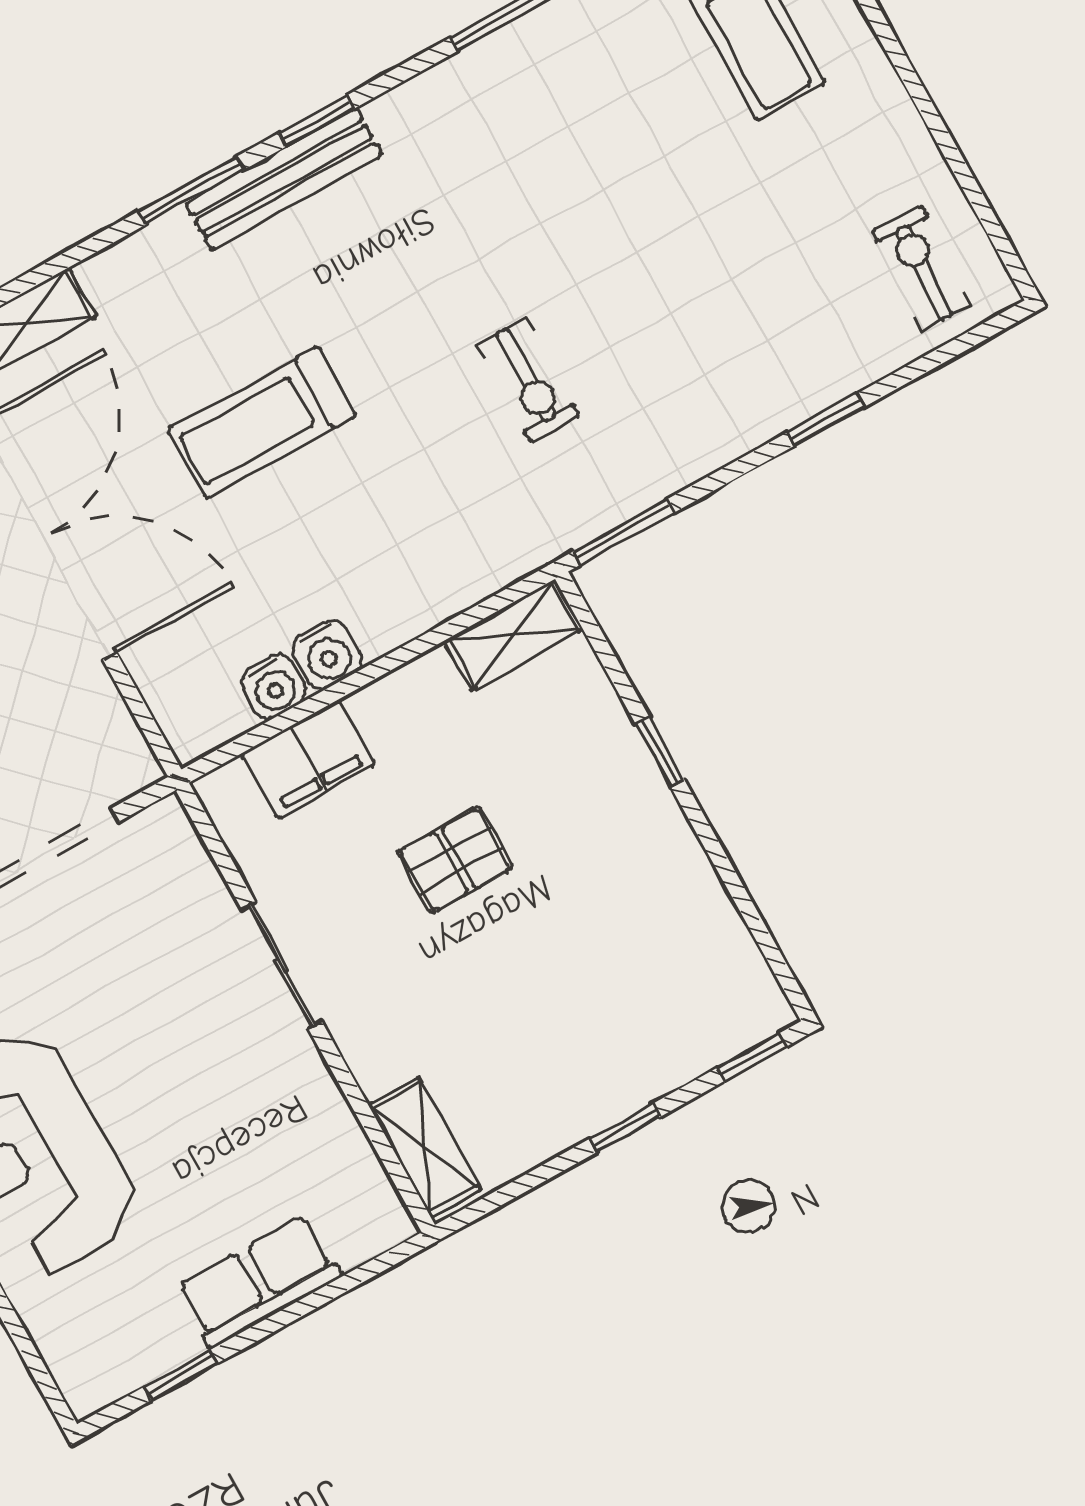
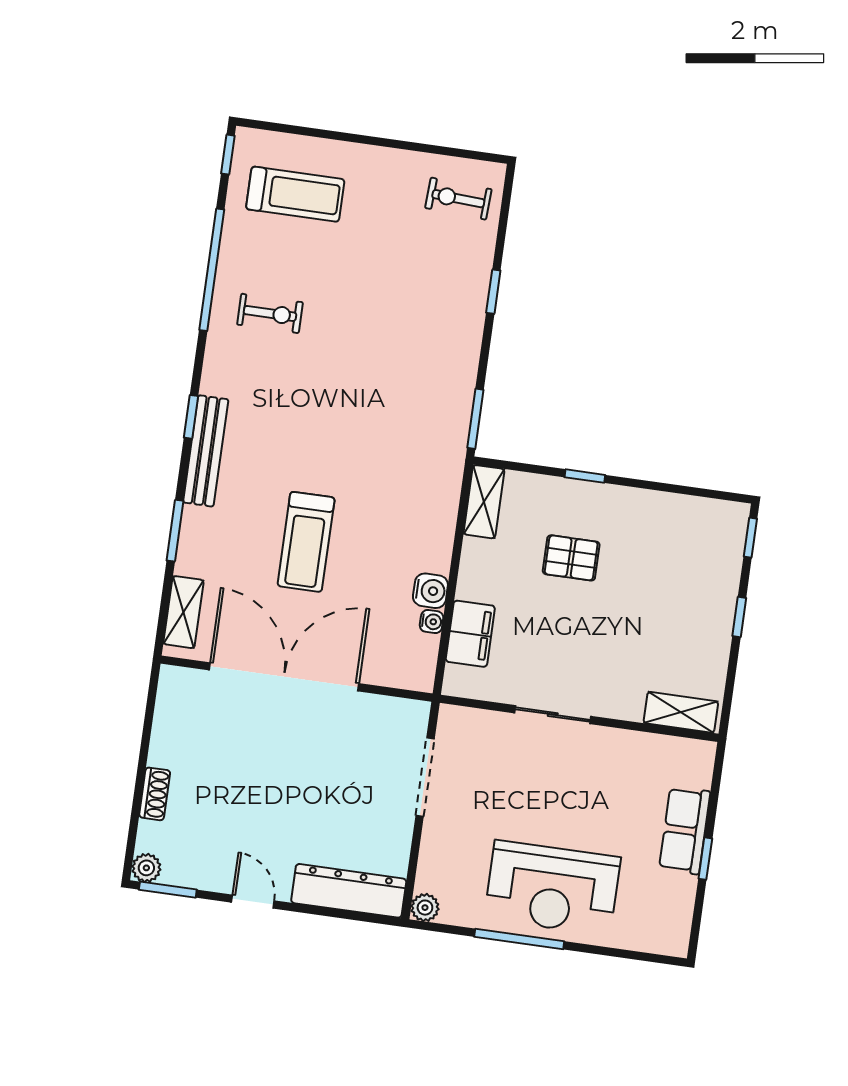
window: (191, 191) -> (175, 531), moved
exercise bike: (528, 380) -> (270, 313), moved
water cooler: (273, 687) -> (432, 622), width x0.72, depth x0.72
pallet: (455, 860) -> (571, 558), moved, turned 90
window: (180, 1375) -> (705, 859), moved

